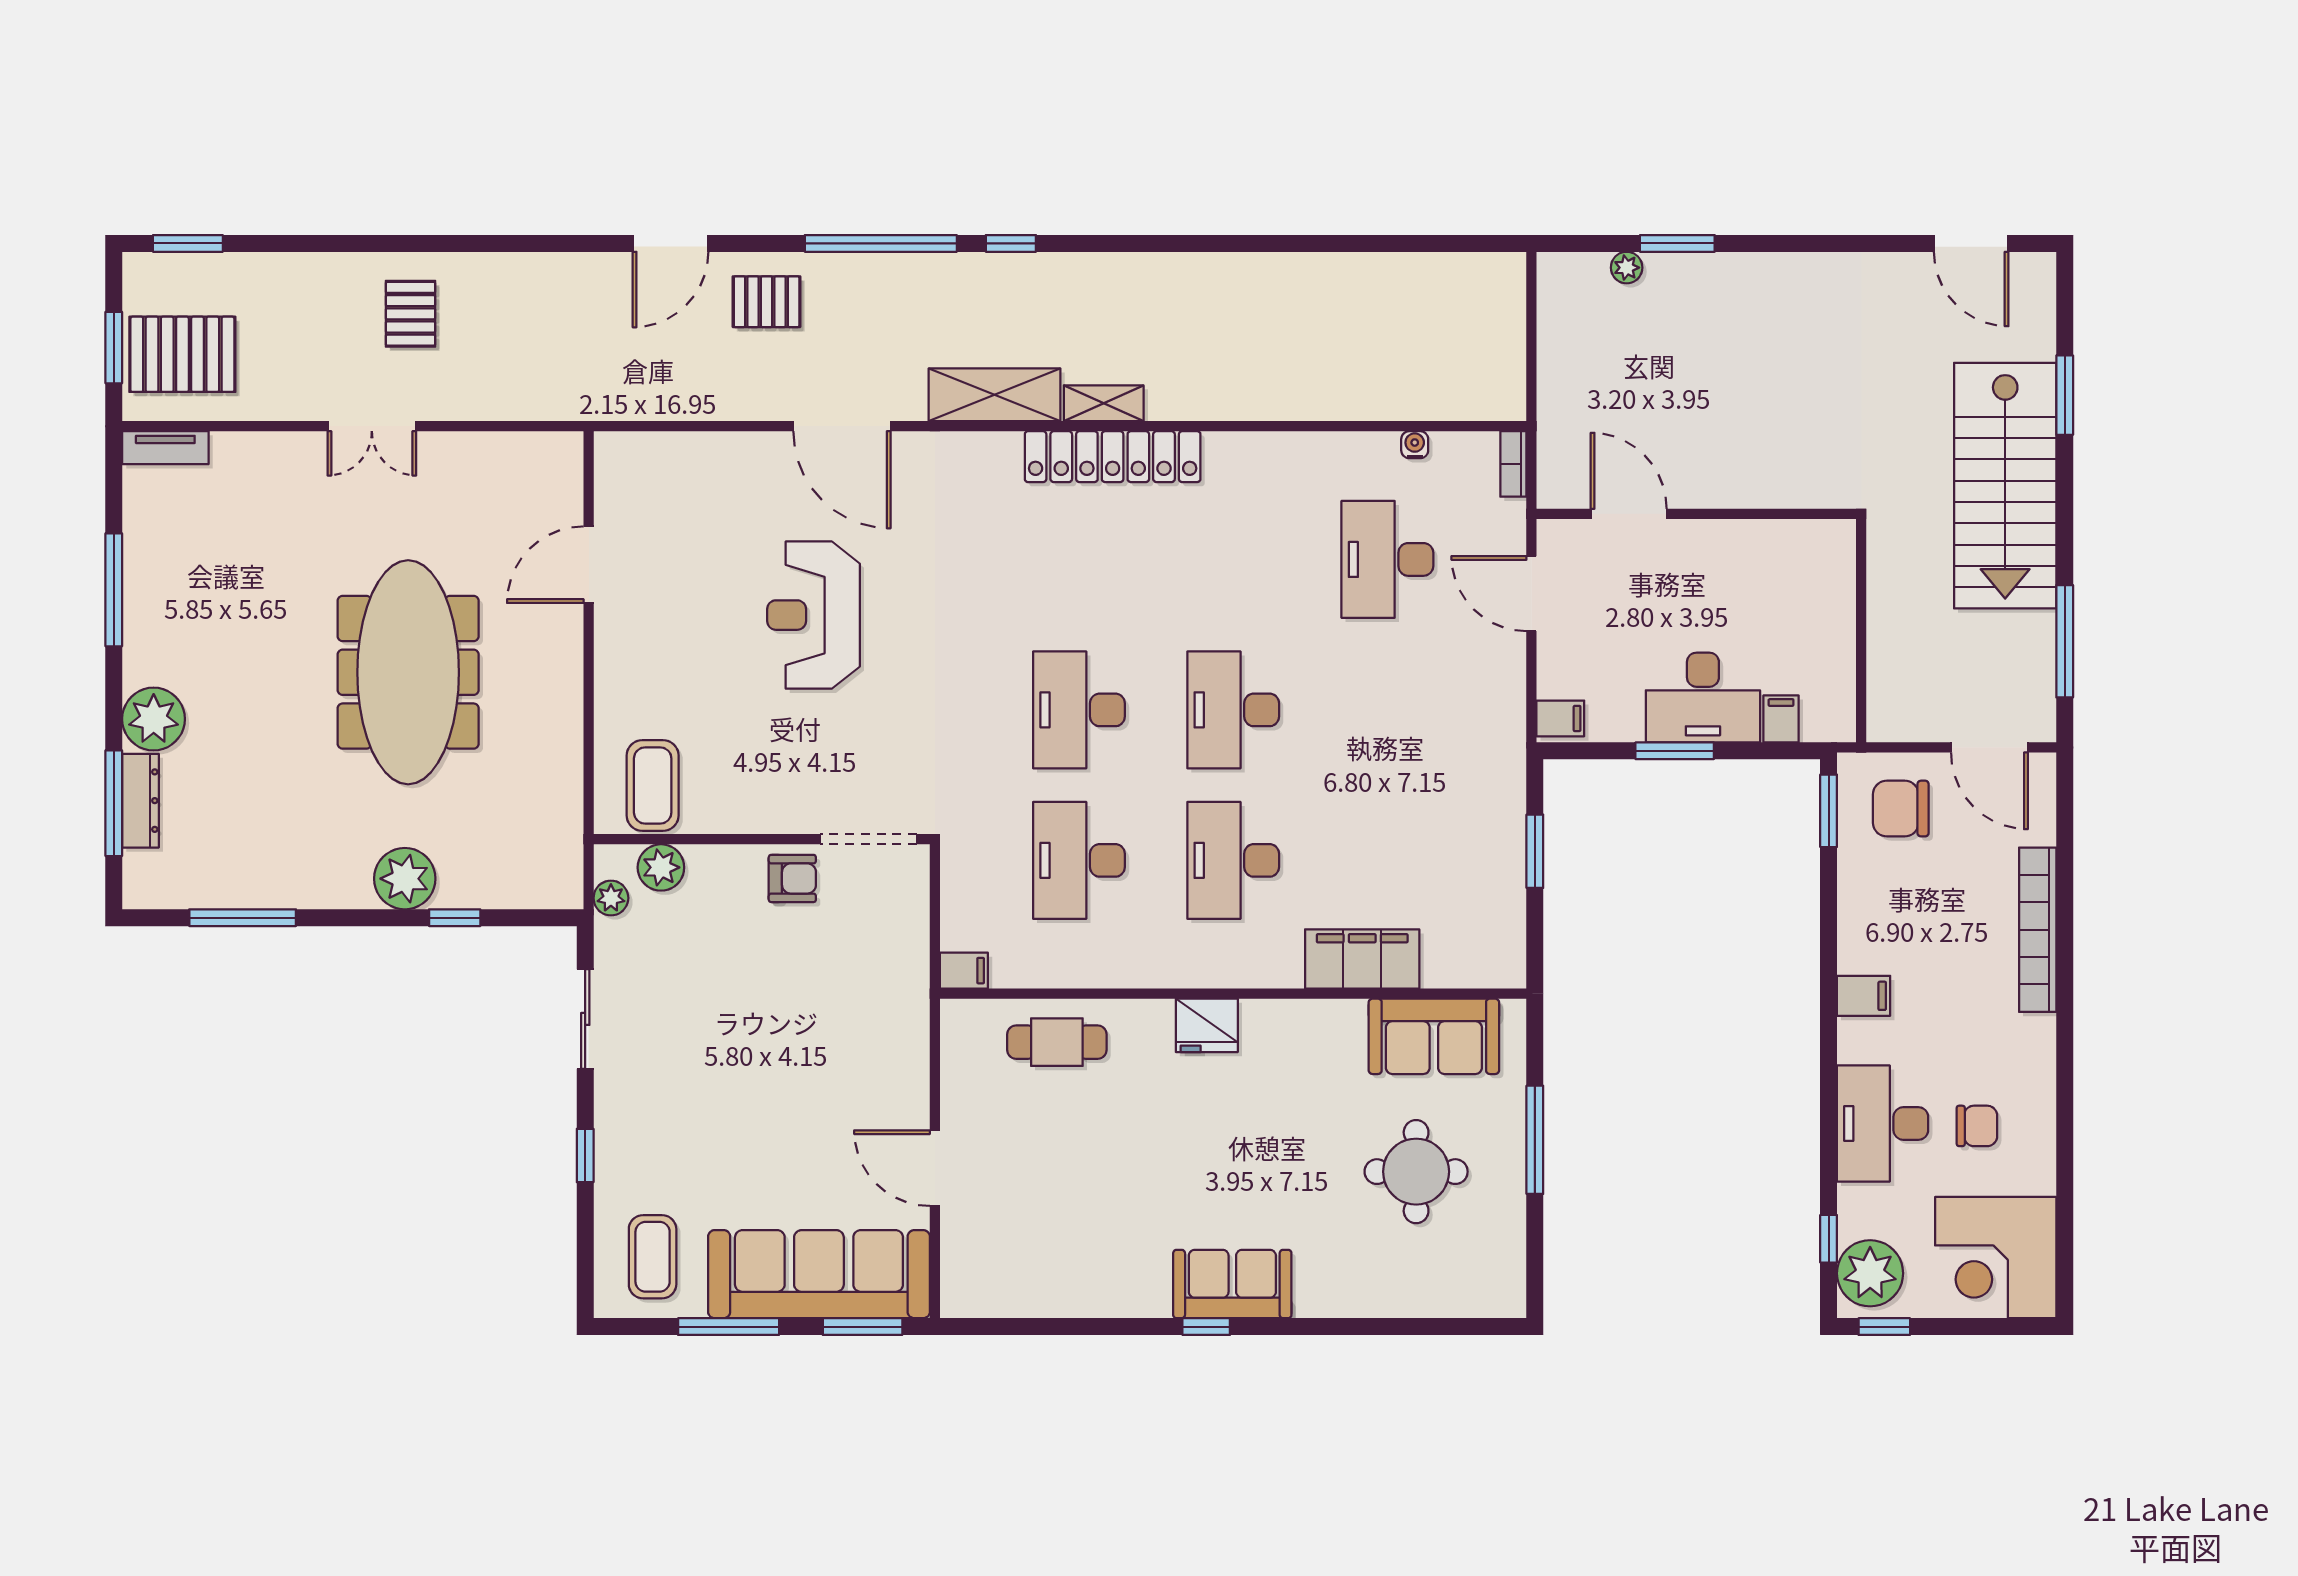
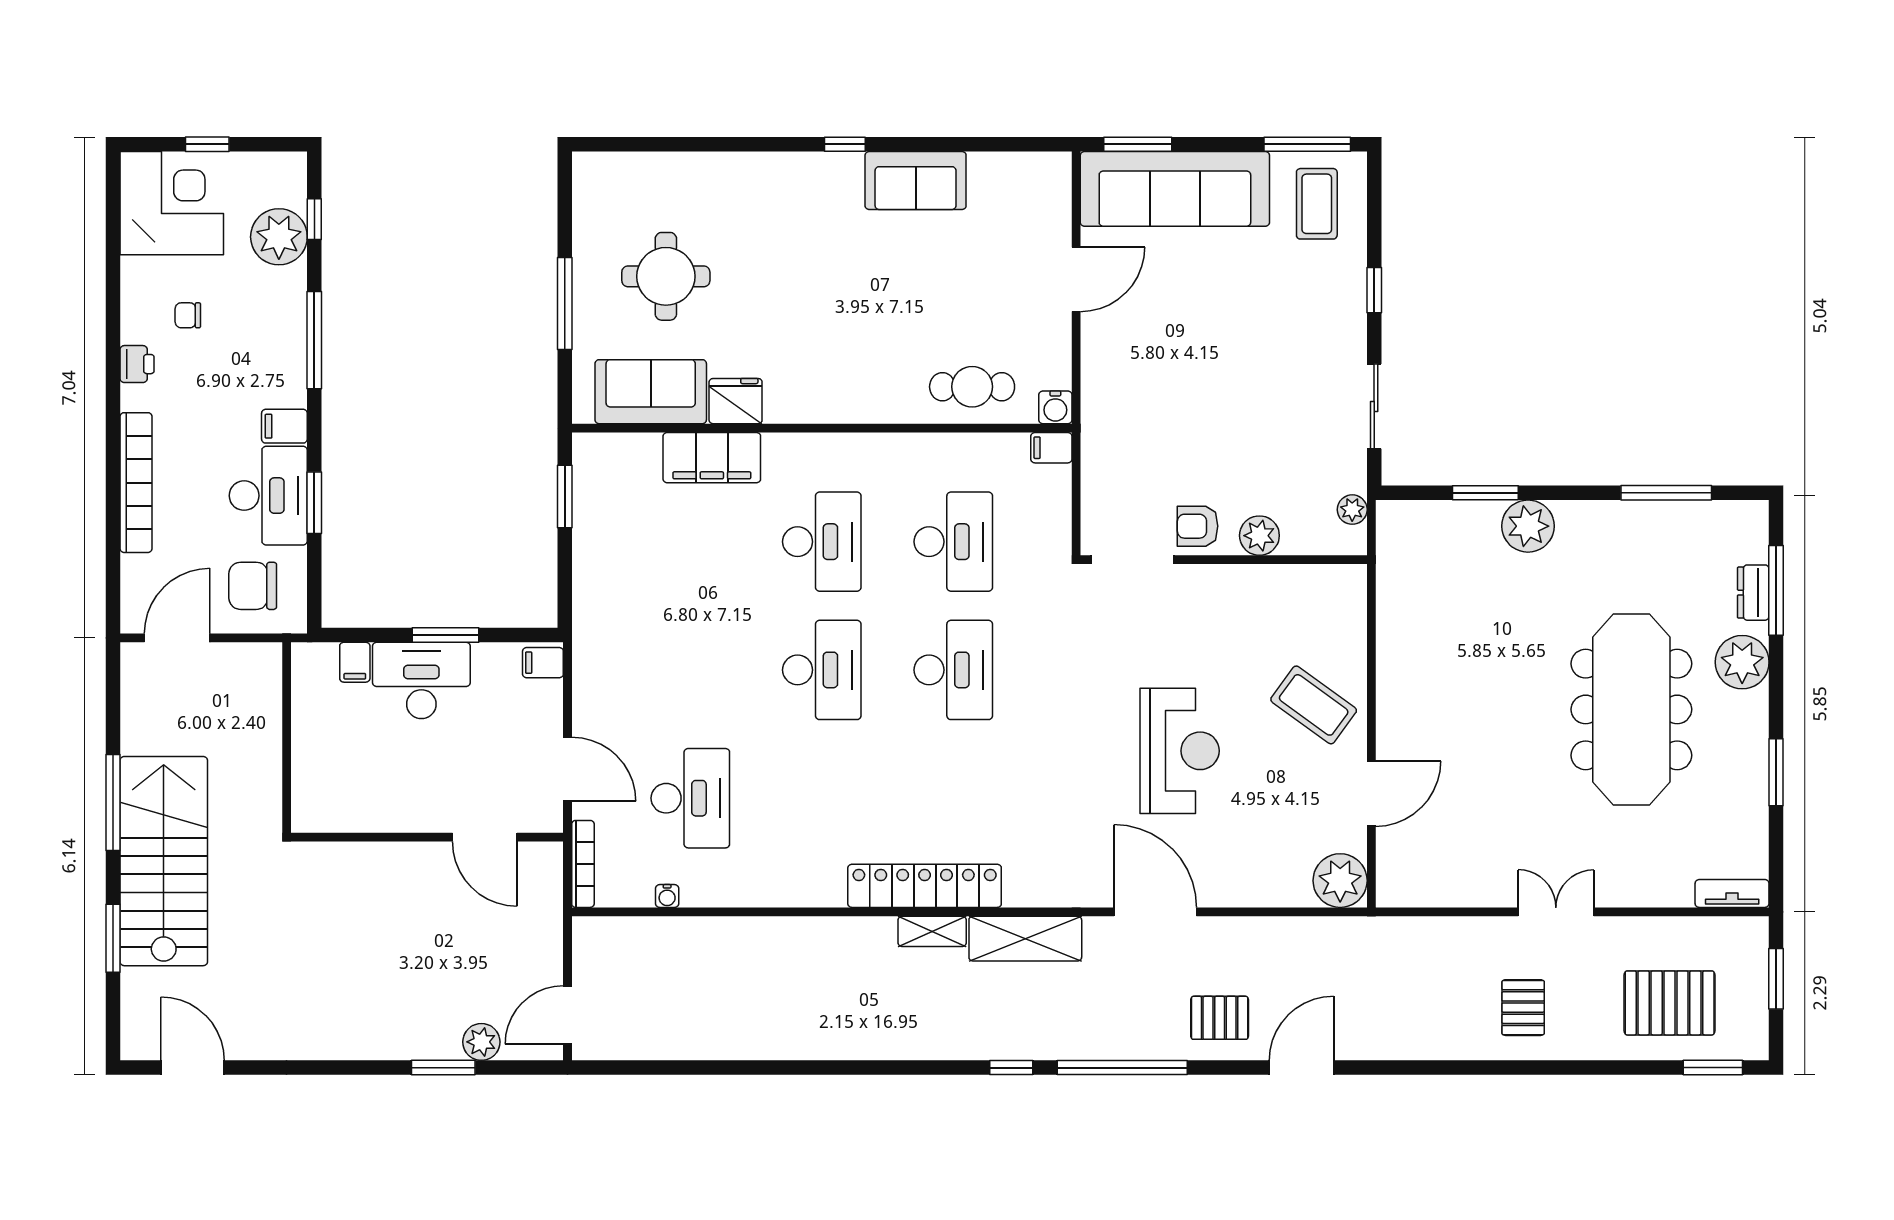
plant: (1627, 268) -> (481, 1042), width x1.38, depth x1.38
door: (1531, 305) -> (568, 1015), added
pallet: (182, 354) -> (1670, 1003), moved
plant: (625, 463) -> (1340, 881), added
bookcase: (1513, 464) -> (583, 864), width x1.56
window: (114, 590) -> (1776, 772), width x0.69
window: (2065, 641) -> (113, 803), moved
meeting table: (408, 672) -> (1631, 709), moved
door: (1989, 747) -> (177, 638), hinge flipped
coffee table: (653, 785) -> (1314, 705), moved, turned -54
dresser: (140, 801) -> (1753, 593), width x0.70
chair: (1901, 809) -> (253, 586), turned 180
window: (1829, 811) -> (314, 503), moved
window: (1535, 851) -> (565, 497), moved
plant: (661, 867) -> (1259, 536), moved
window: (455, 918) -> (1485, 493), width x1.50
water cooler: (959, 1018) -> (1055, 407), added
fridge: (1207, 1025) -> (736, 401), moved
printer: (2037, 1069) -> (137, 364), added
window: (1829, 1097) -> (314, 340), added
desk: (1883, 1124) -> (268, 496), moved
chair: (1977, 1126) -> (188, 315), width x0.73, depth x0.73
door: (935, 1168) -> (1076, 279), hinge flipped
plant: (1870, 1273) -> (279, 237), moved
sofa: (1232, 1284) -> (916, 181), moved
window: (729, 1327) -> (1307, 144), moved
window: (1884, 1327) -> (207, 144), moved

